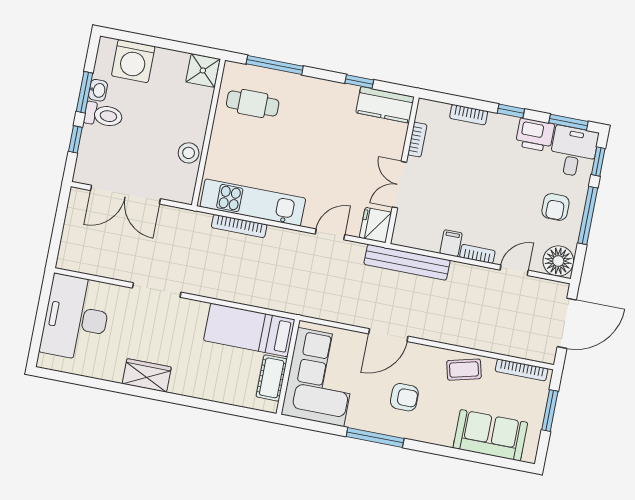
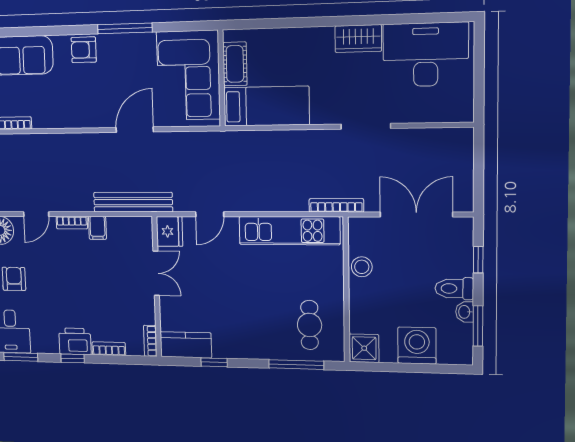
washing machine: (133, 61) -> (417, 346), moved
window: (84, 92) -> (478, 326), moved
cafe table: (253, 103) -> (310, 325), turned 90
printer: (535, 135) -> (75, 341), moved
bookcase: (417, 140) -> (150, 341), moved
bookcase: (239, 226) -> (336, 205), moved
desk: (76, 318) -> (426, 55), moved, turned -90
coffee table: (464, 370) -> (59, 112), removed
armchair: (404, 397) -> (84, 50), moved

